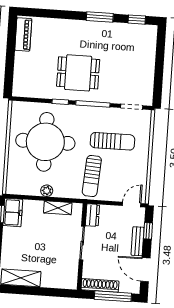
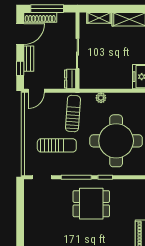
sun lounger: (112, 141) -> (57, 145), turned 180
plant: (47, 191) -> (101, 98), moved
shelving: (58, 208) -> (99, 18), moved
door: (145, 270) -> (20, 34), hinge flipped
shoe rack: (100, 285) -> (40, 17), moved

